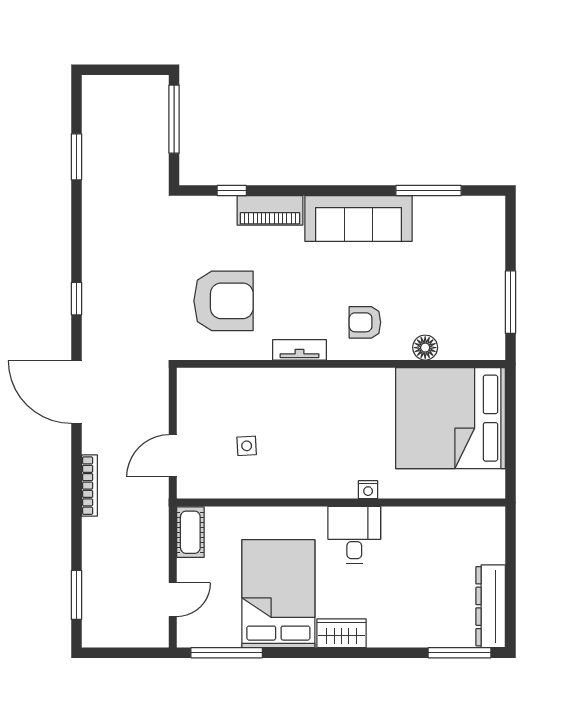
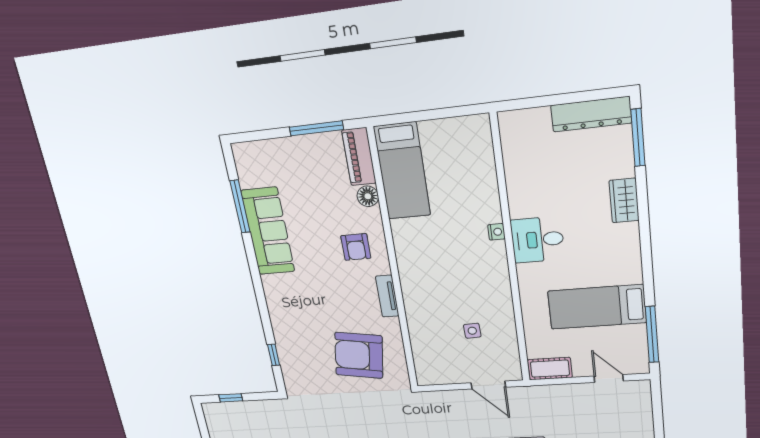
window: (174, 119) -> (231, 398), width x0.46
piano: (270, 210) -> (359, 157), moved, turned 180
sofa: (358, 218) -> (268, 231), moved
armchair: (223, 301) -> (359, 355), turned -81
bed: (450, 418) -> (402, 171), width x0.49
bed: (278, 594) -> (597, 307), width x0.67
wardrobe: (342, 633) -> (624, 200), moved

